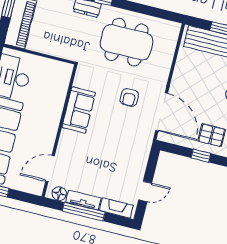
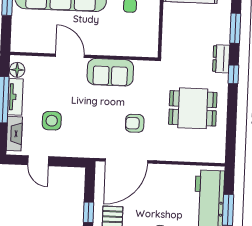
dining table: (127, 42) -> (193, 108), width x0.73
door: (50, 169) -> (70, 56), moved
side table: (112, 172) -> (52, 121), added

